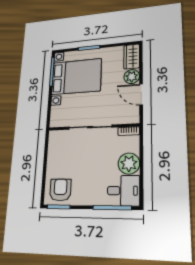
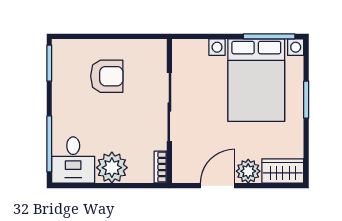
armchair: (60, 190) -> (107, 76), moved

